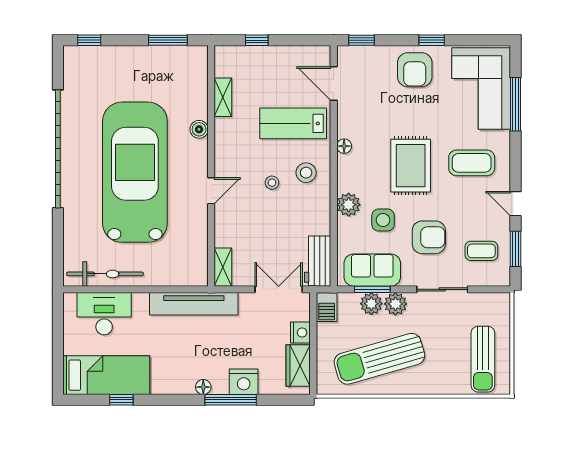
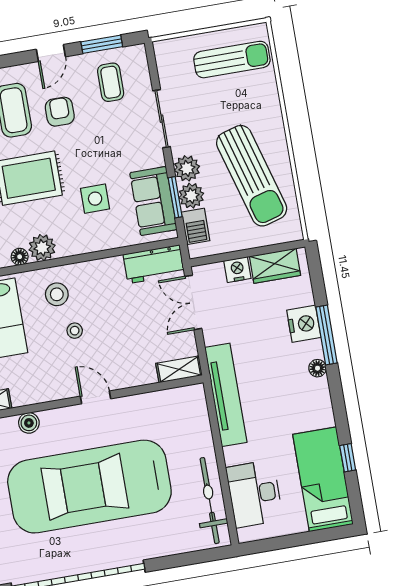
plant: (349, 205) -> (42, 248), moved
armchair: (429, 237) -> (60, 112), moved, width x0.72, depth x0.72
barbecue: (327, 307) -> (196, 226), moved, turned 90

